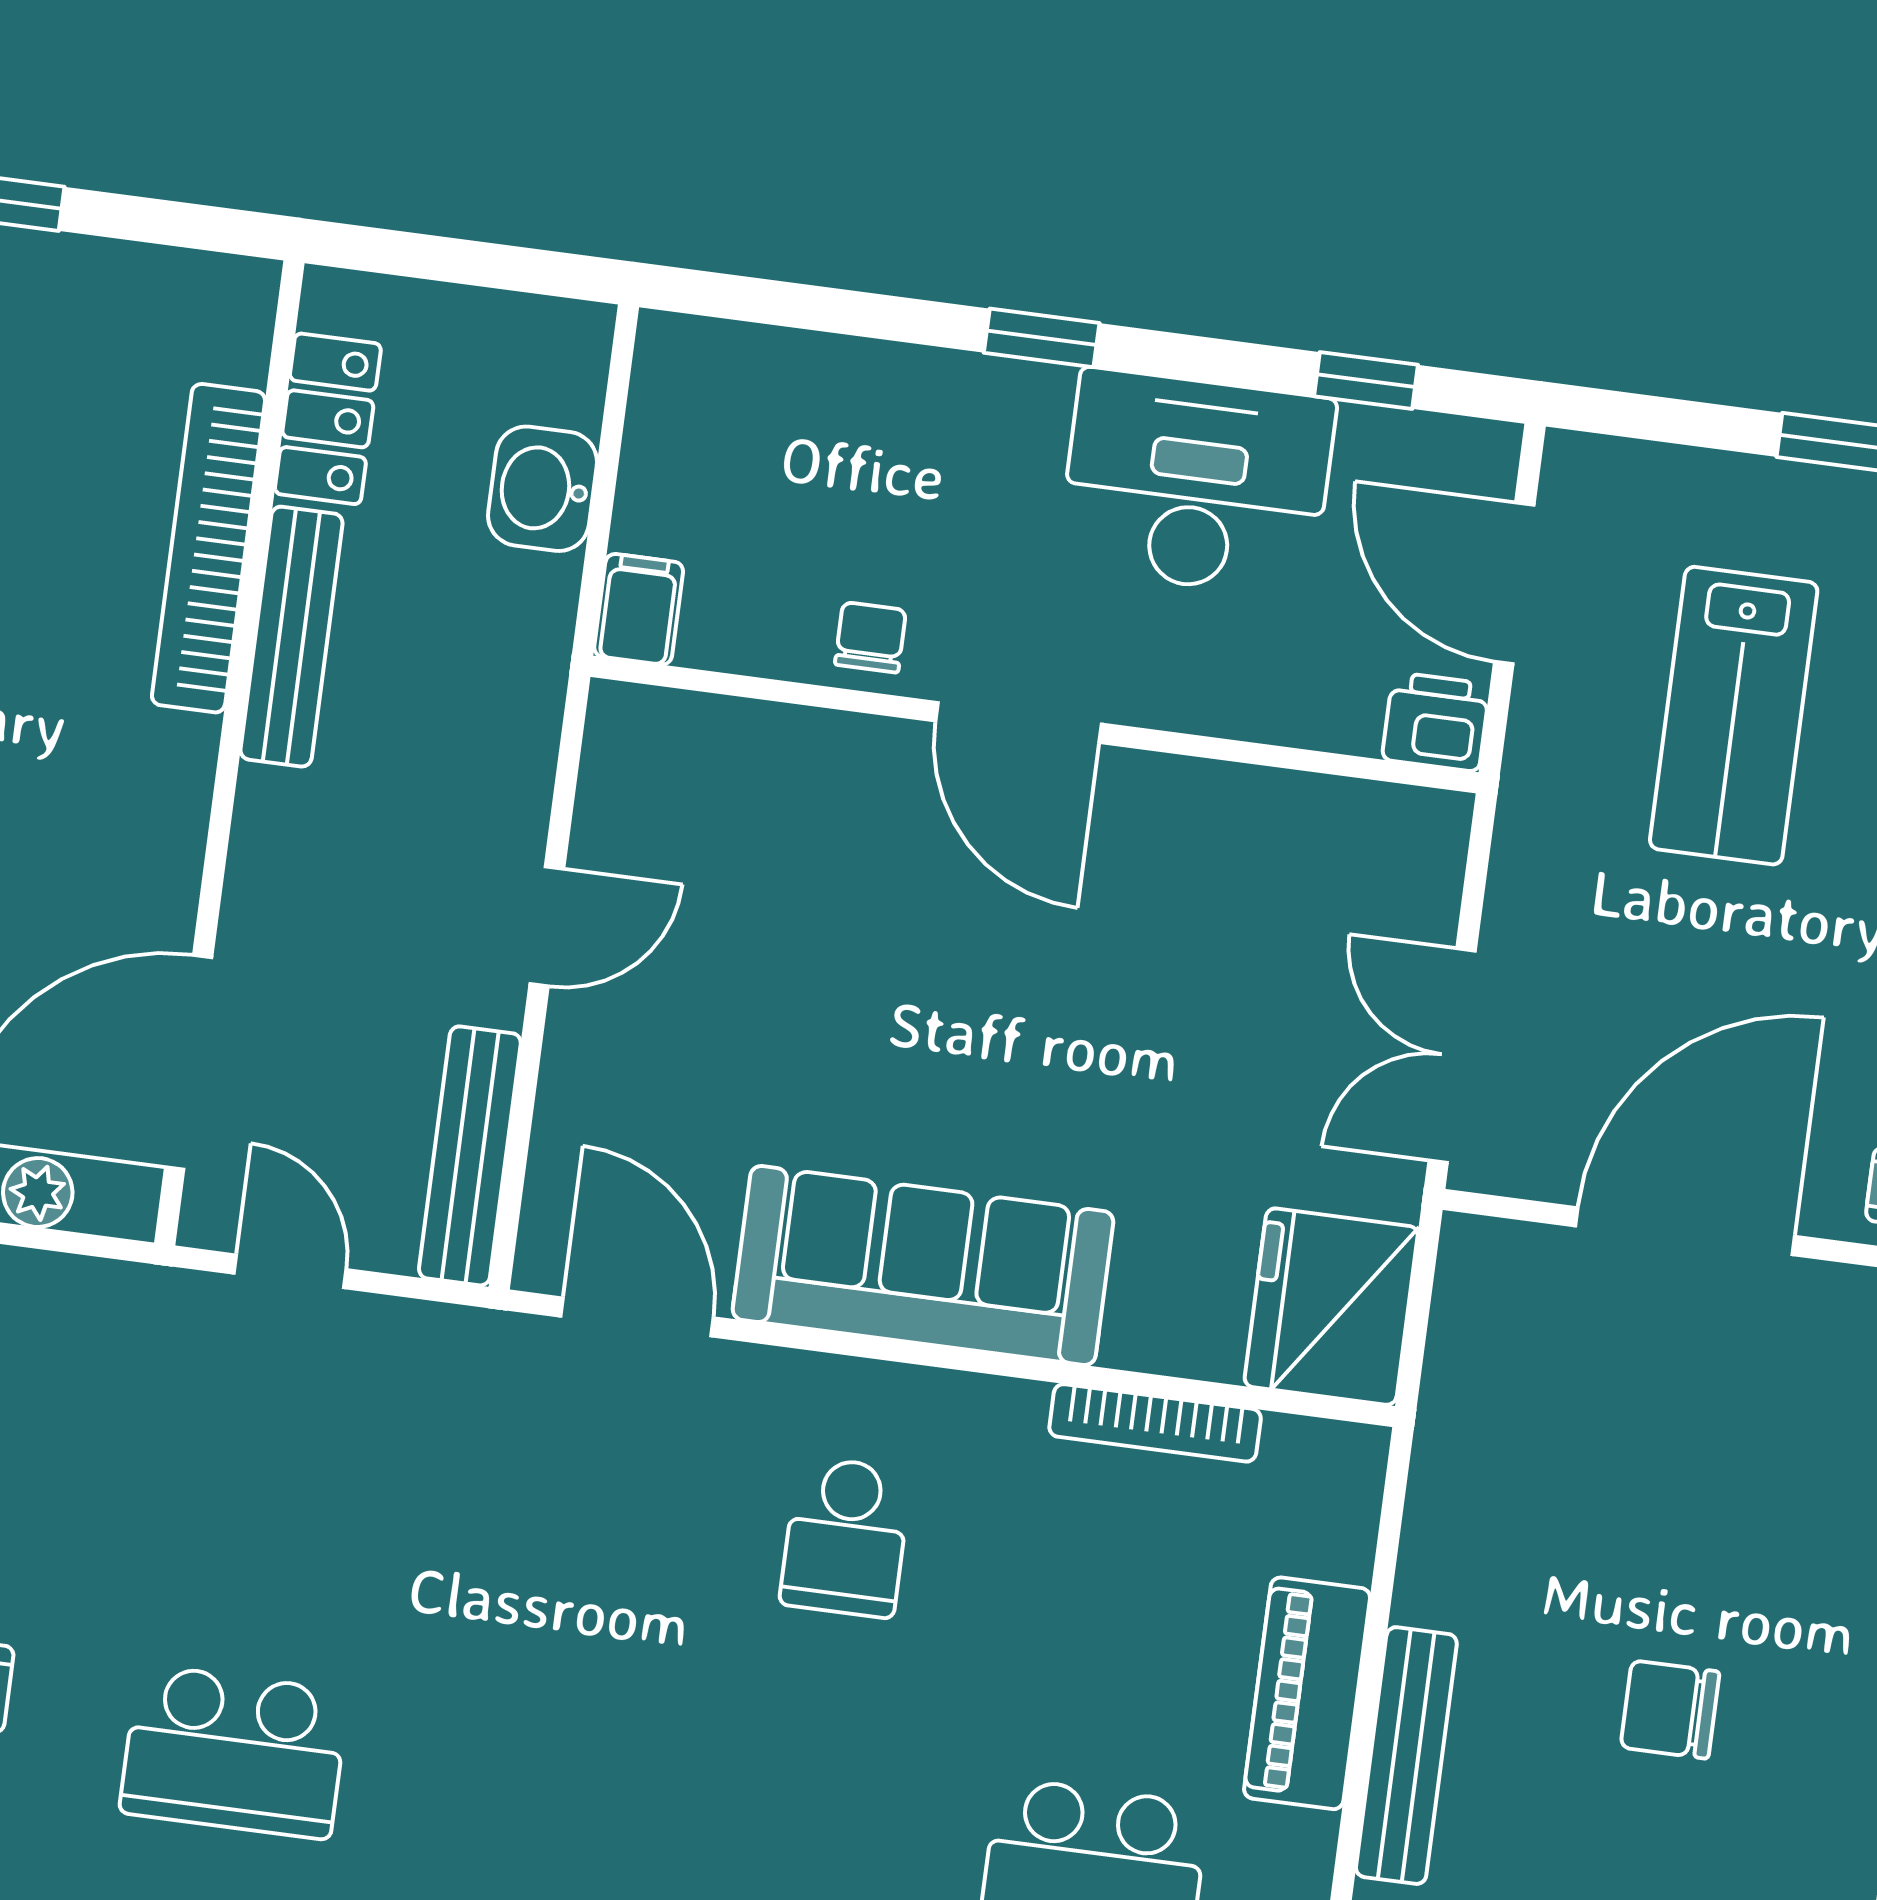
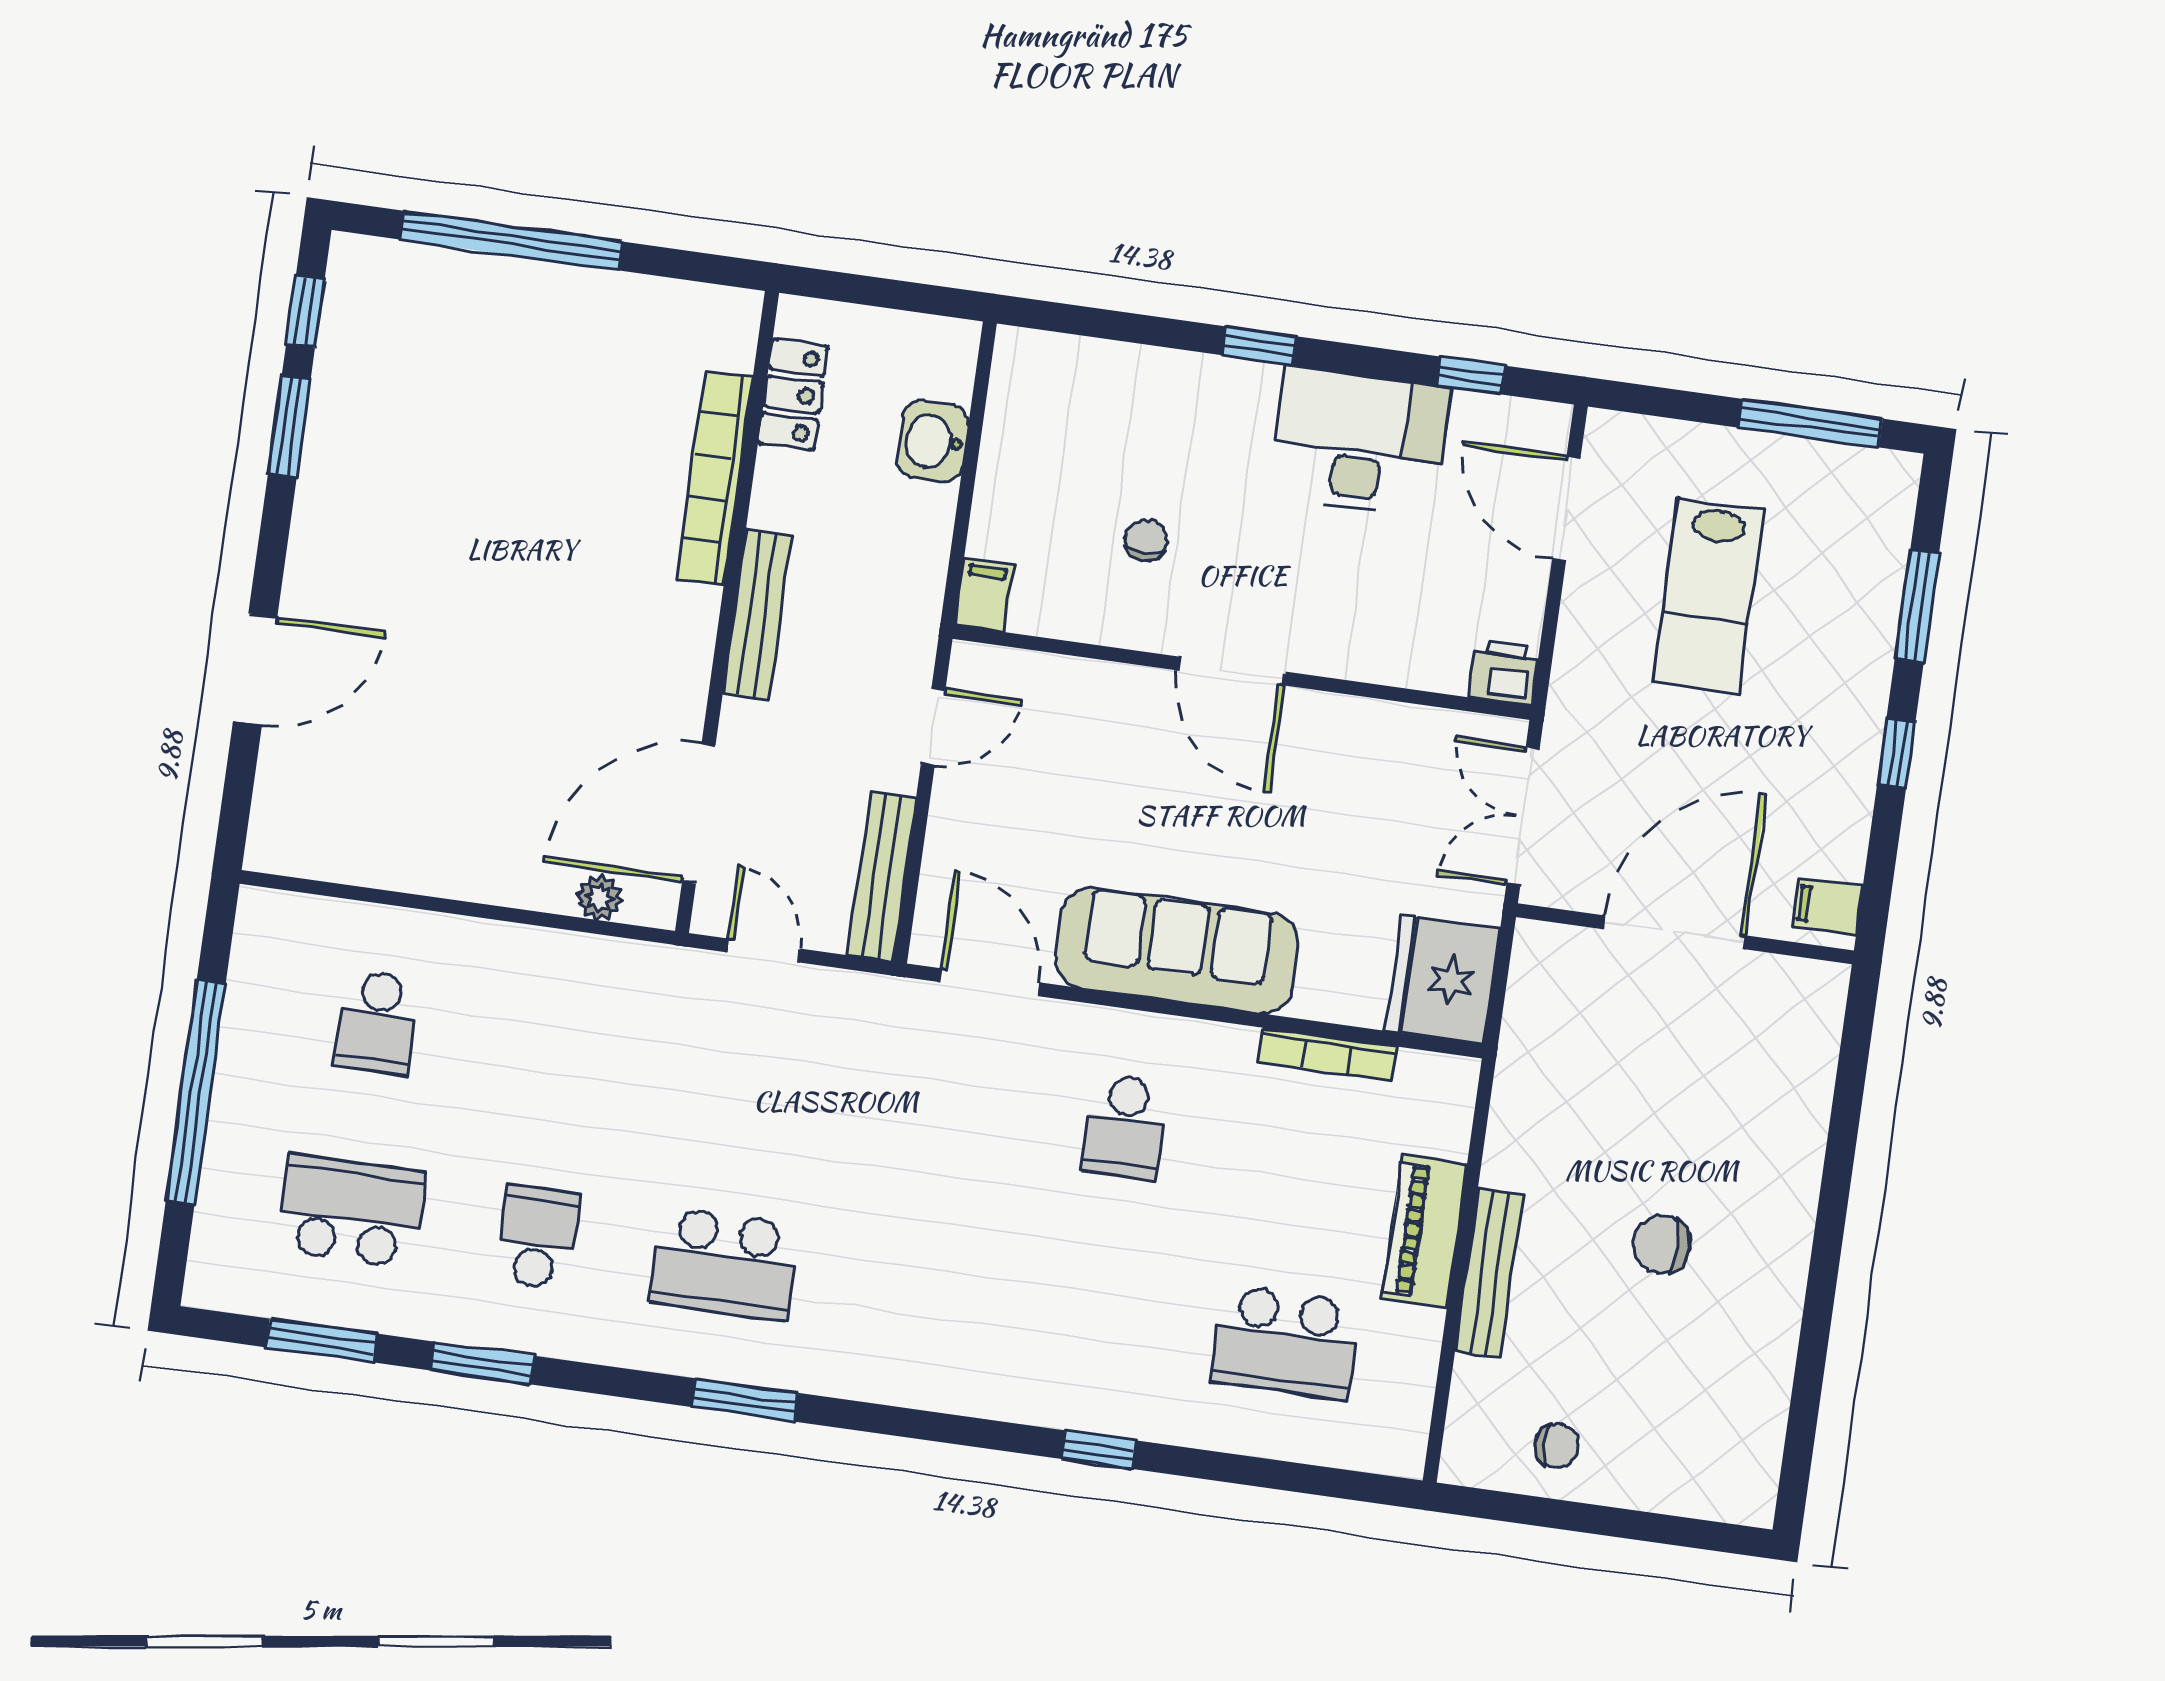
filing cabinet: (639, 609) -> (984, 595), moved
bench: (291, 637) -> (757, 615), moved
door: (1018, 722) -> (1231, 671), moved
printer: (1436, 722) -> (1504, 673), moved
wall: (1035, 725) -> (1242, 673), moved

